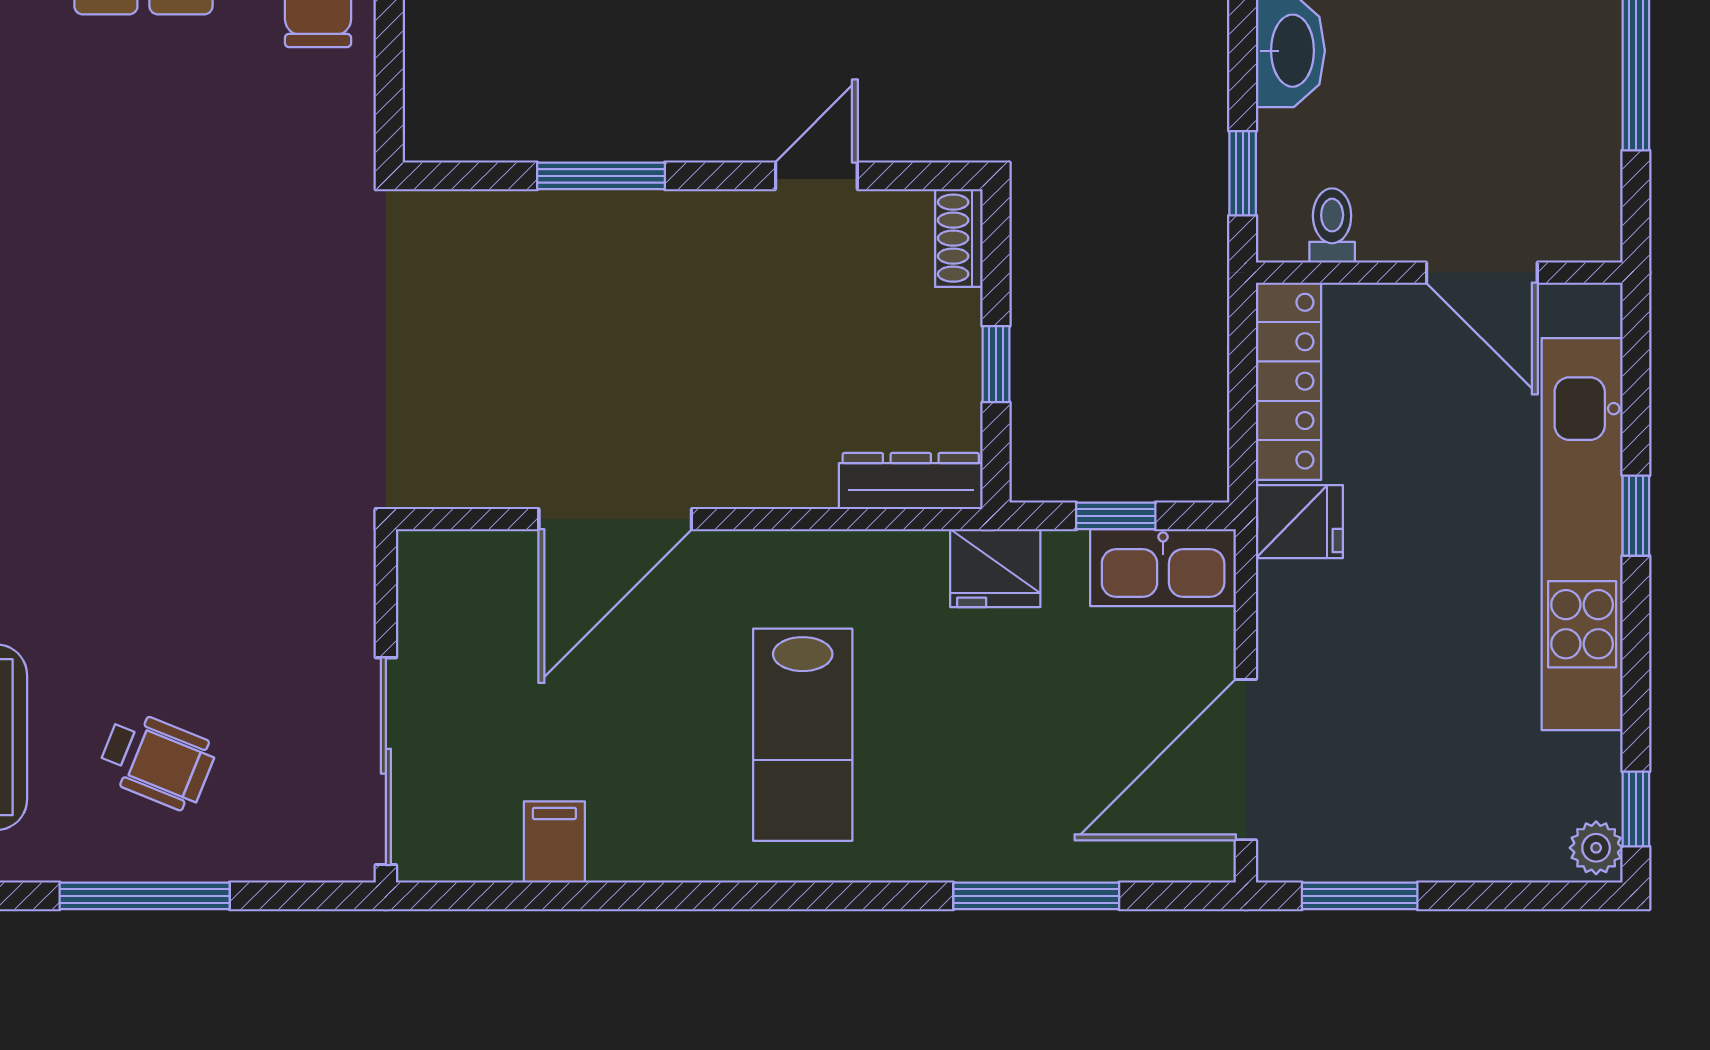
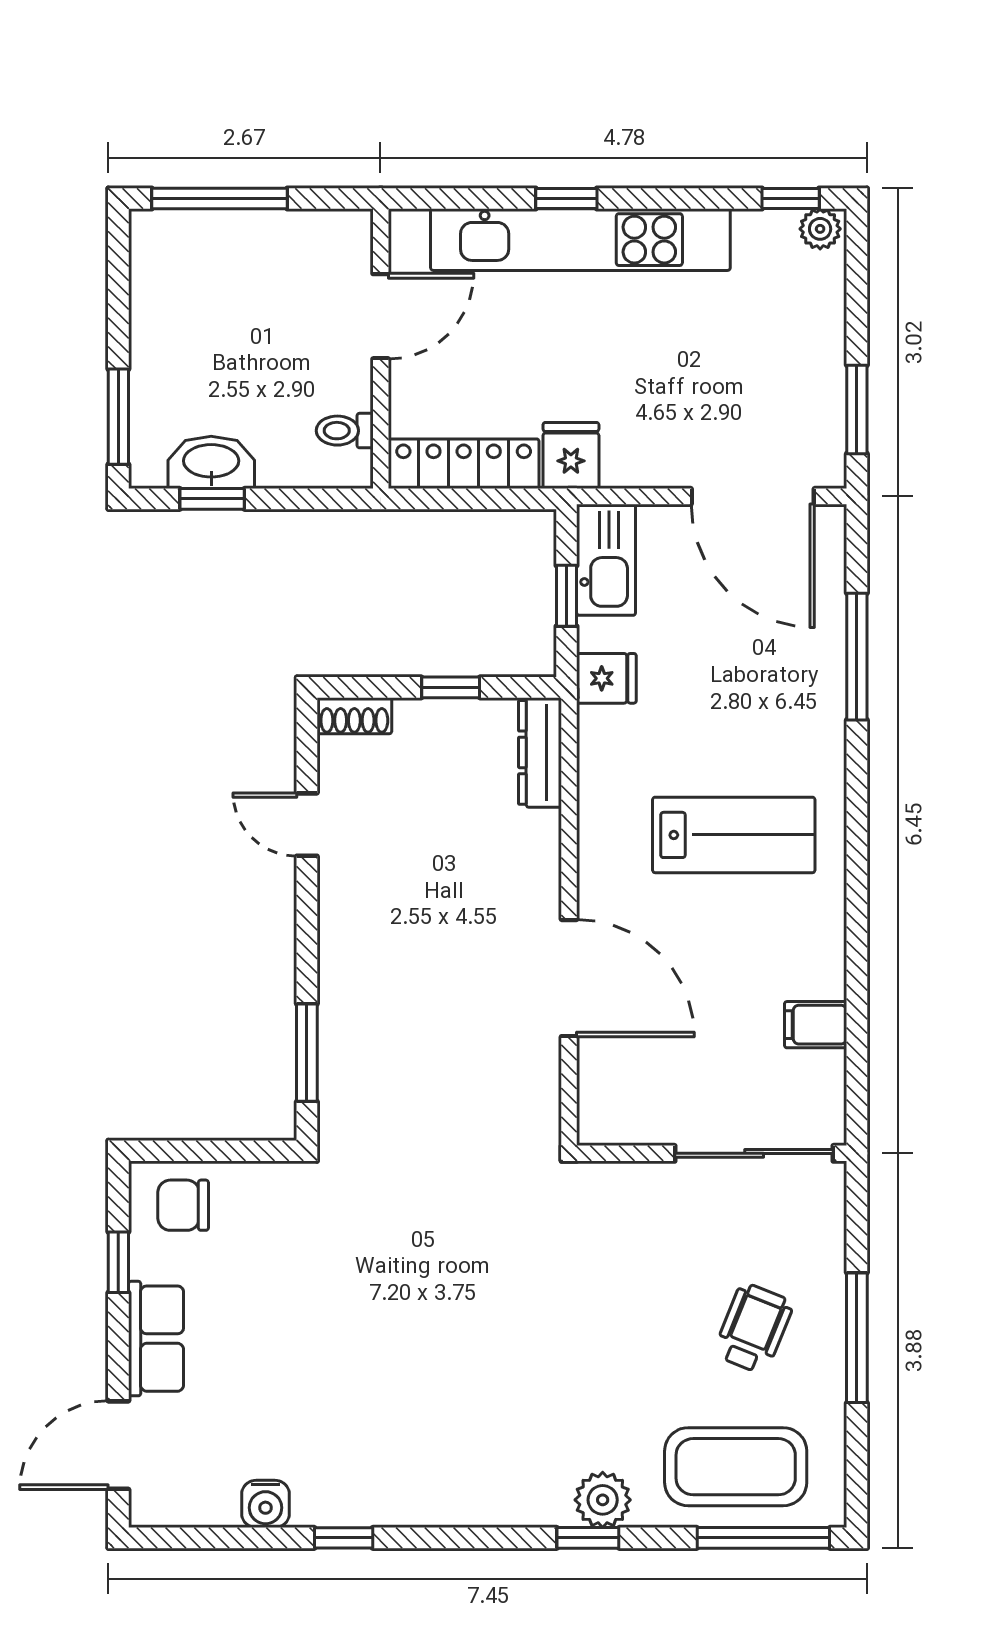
window: (1243, 173) -> (212, 499), moved
window: (601, 176) -> (307, 1053), moved
fridge: (995, 568) -> (606, 678), width x0.72

